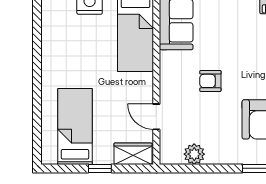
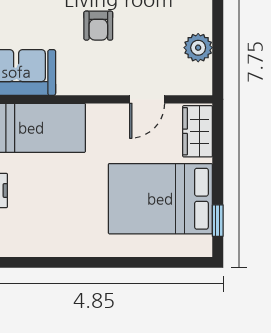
bed: (75, 126) -> (160, 199), width x1.50
window: (100, 168) -> (218, 221), moved

